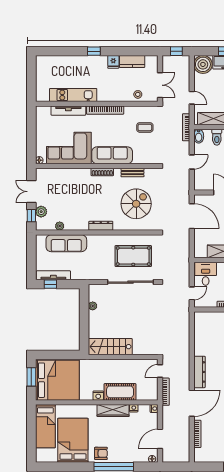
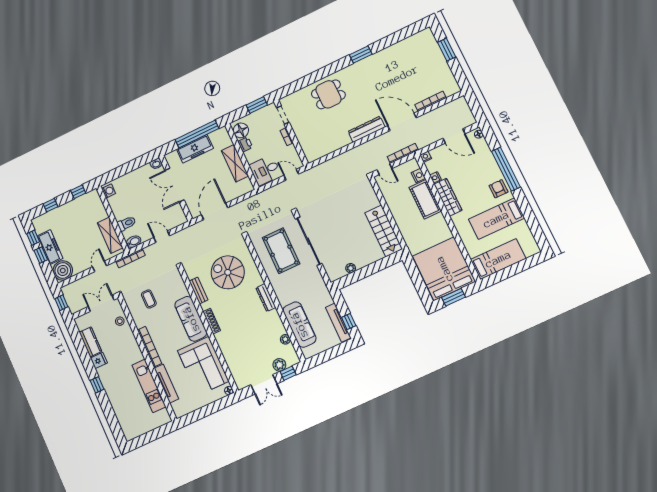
nightstand: (98, 396) -> (418, 175), moved
bed: (73, 440) -> (496, 219), width x0.67

